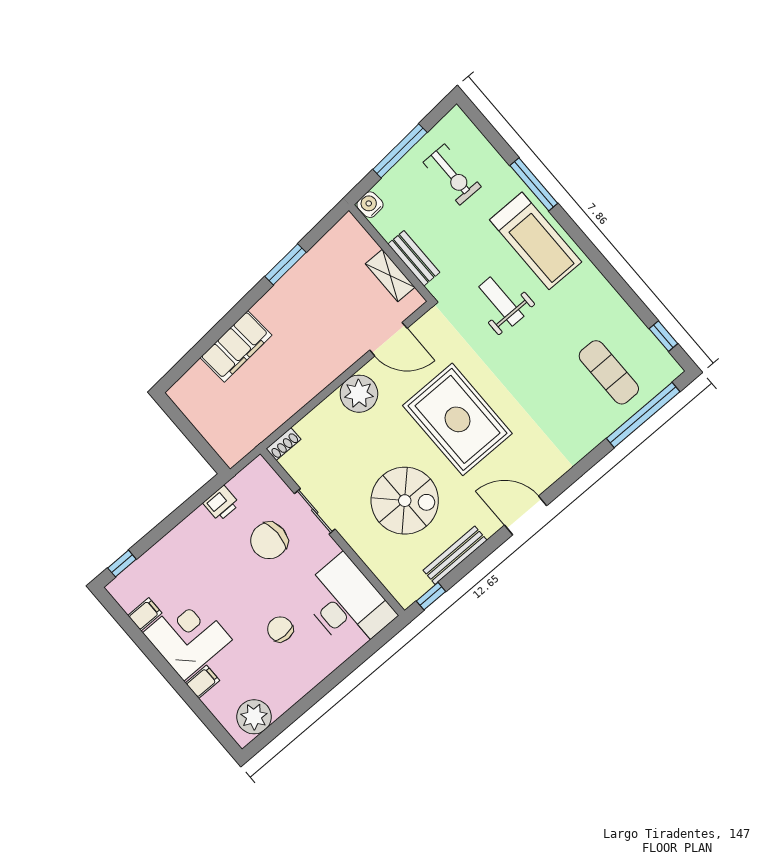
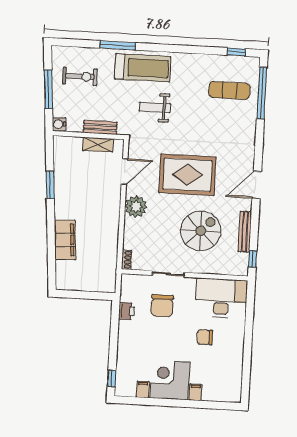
plant: (254, 717) -> (232, 385), removed

